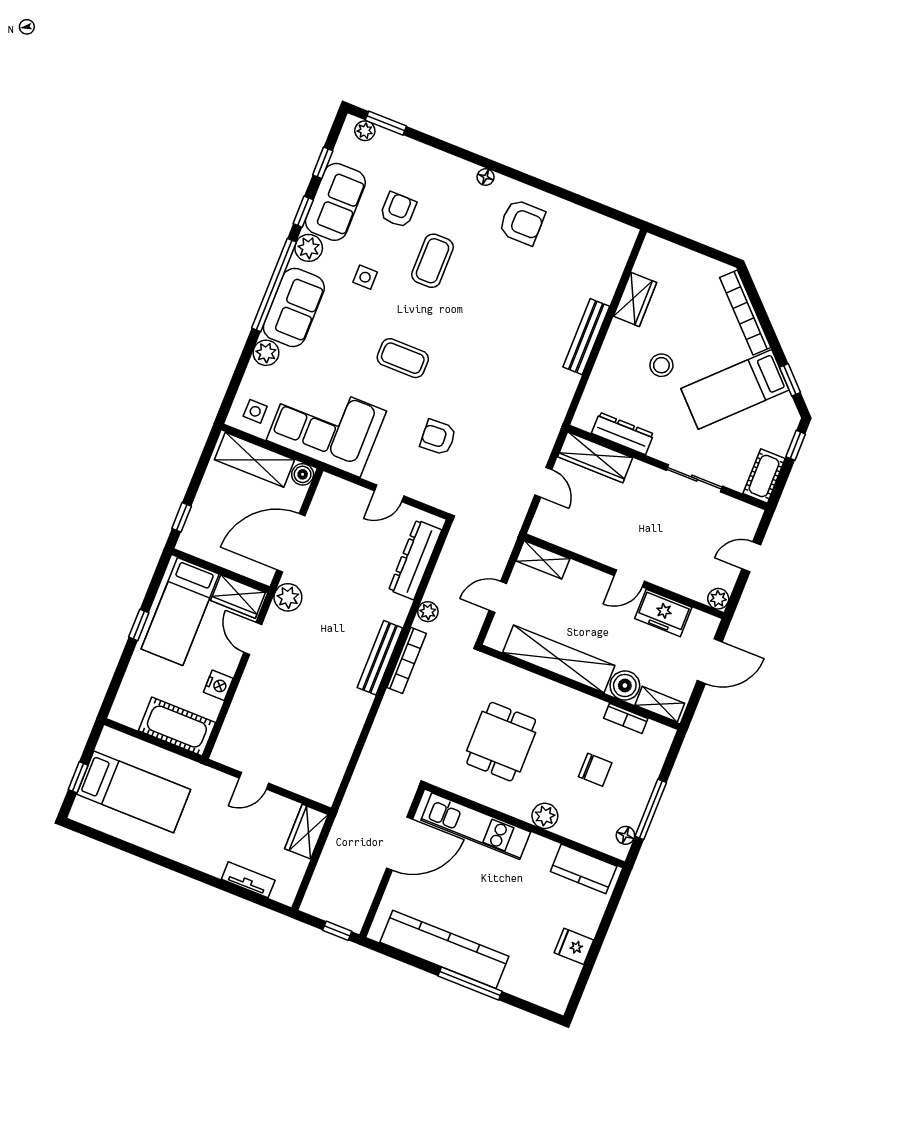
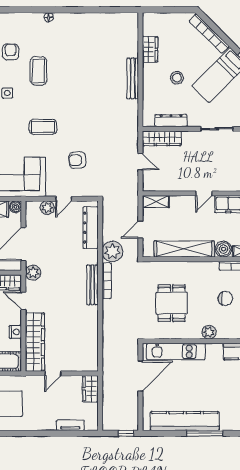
armchair: (522, 222) -> (76, 33), removed
plant: (355, 497) -> (47, 208), added
plant: (428, 612) -> (112, 251), width x1.87, depth x1.87
wardrobe: (245, 716) -> (35, 342), added

